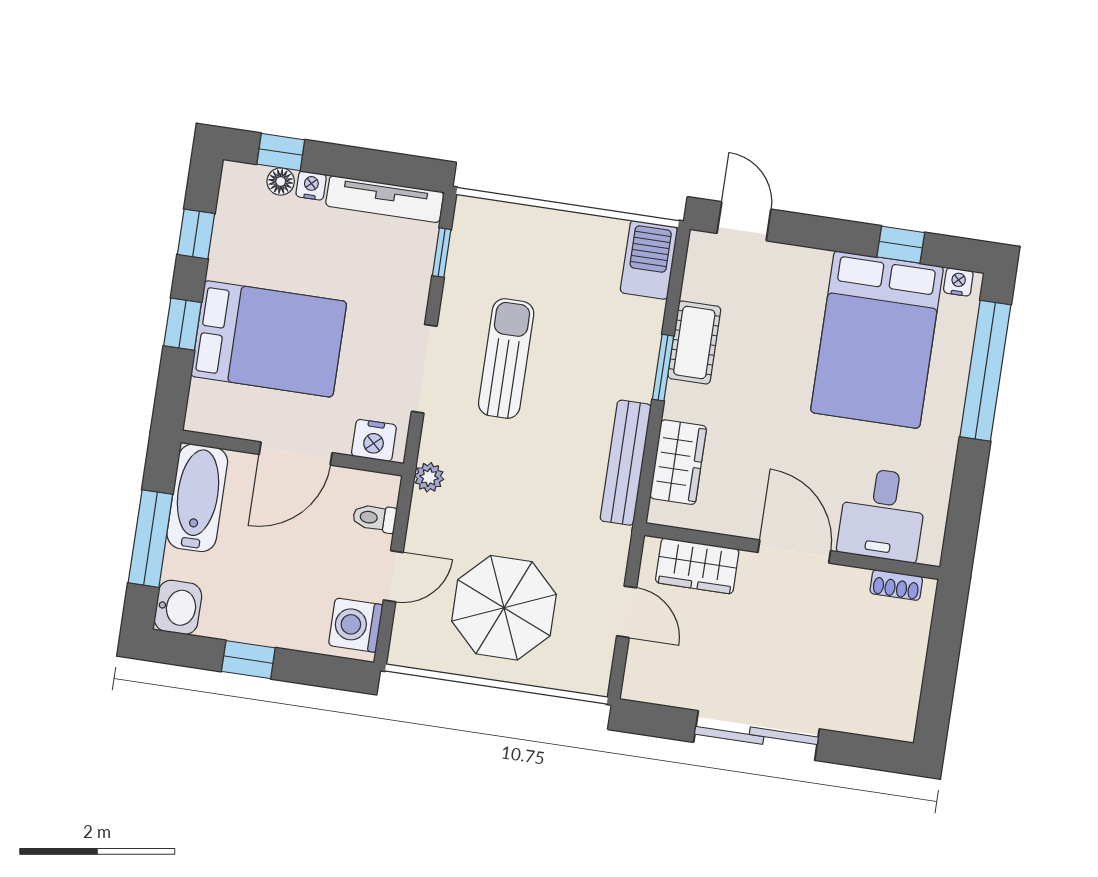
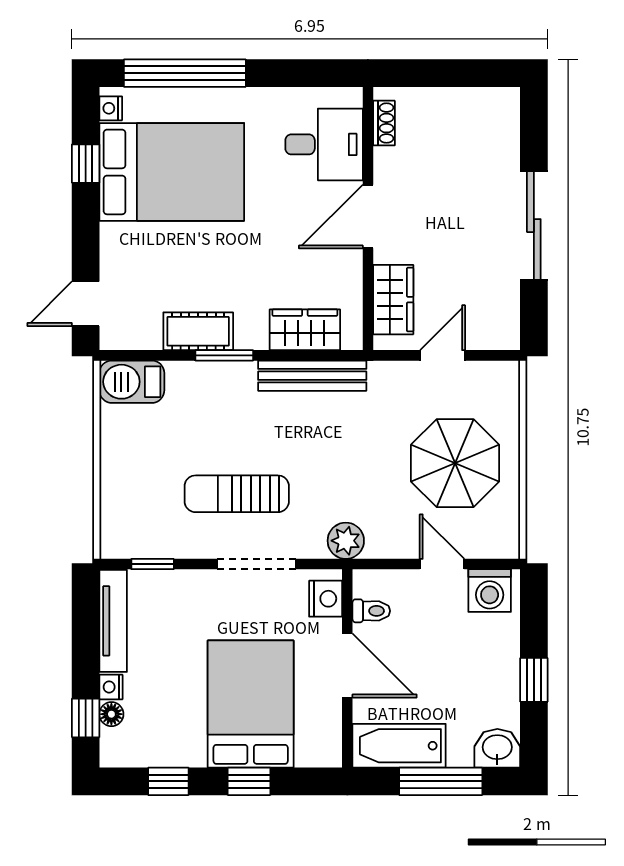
plant: (429, 477) -> (346, 541), width x1.38, depth x1.38
toilet: (375, 518) -> (371, 611), moved, turned -90

